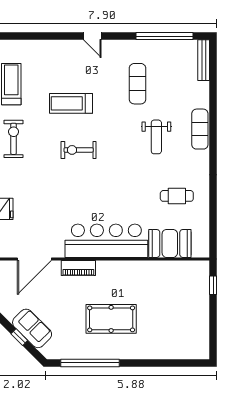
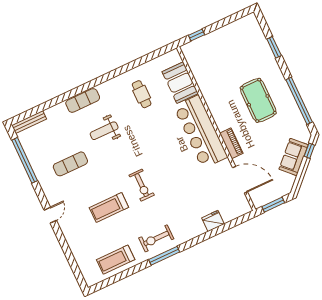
treadmill: (71, 103) -> (109, 207), turned 90
weight bench: (156, 137) -> (104, 131), turned 180
window: (19, 337) -> (309, 151), moved
window: (160, 363) -> (274, 47), added

